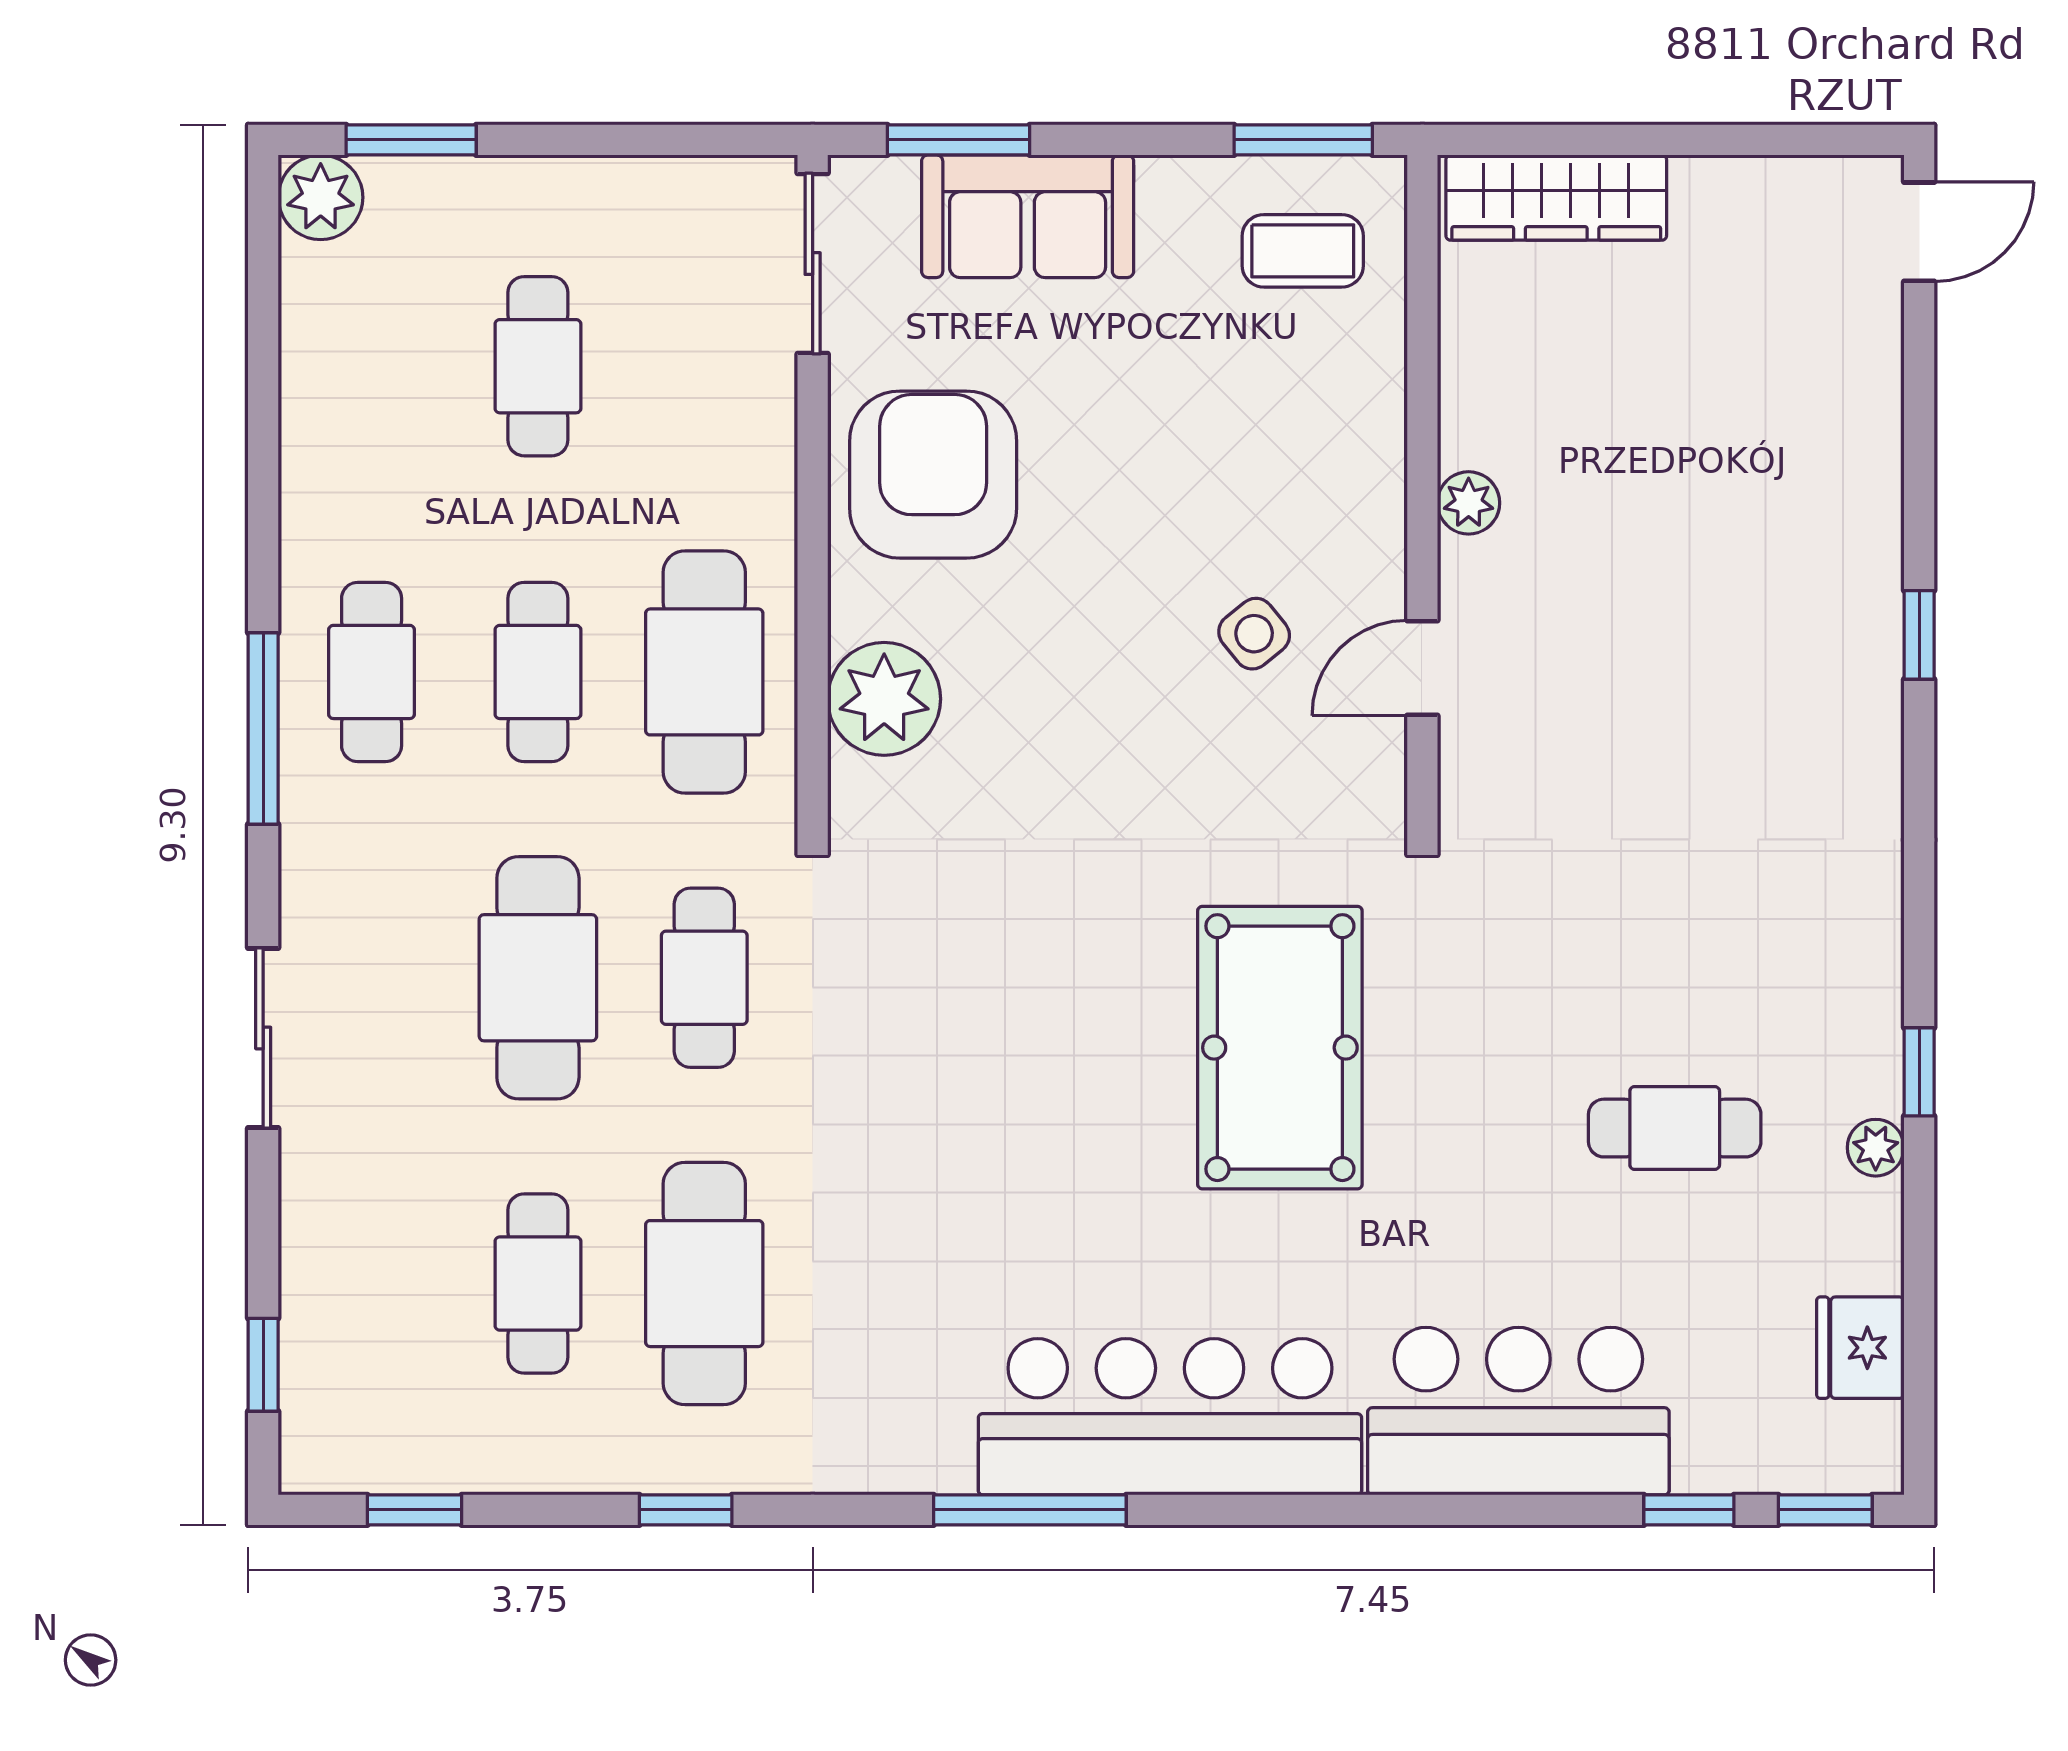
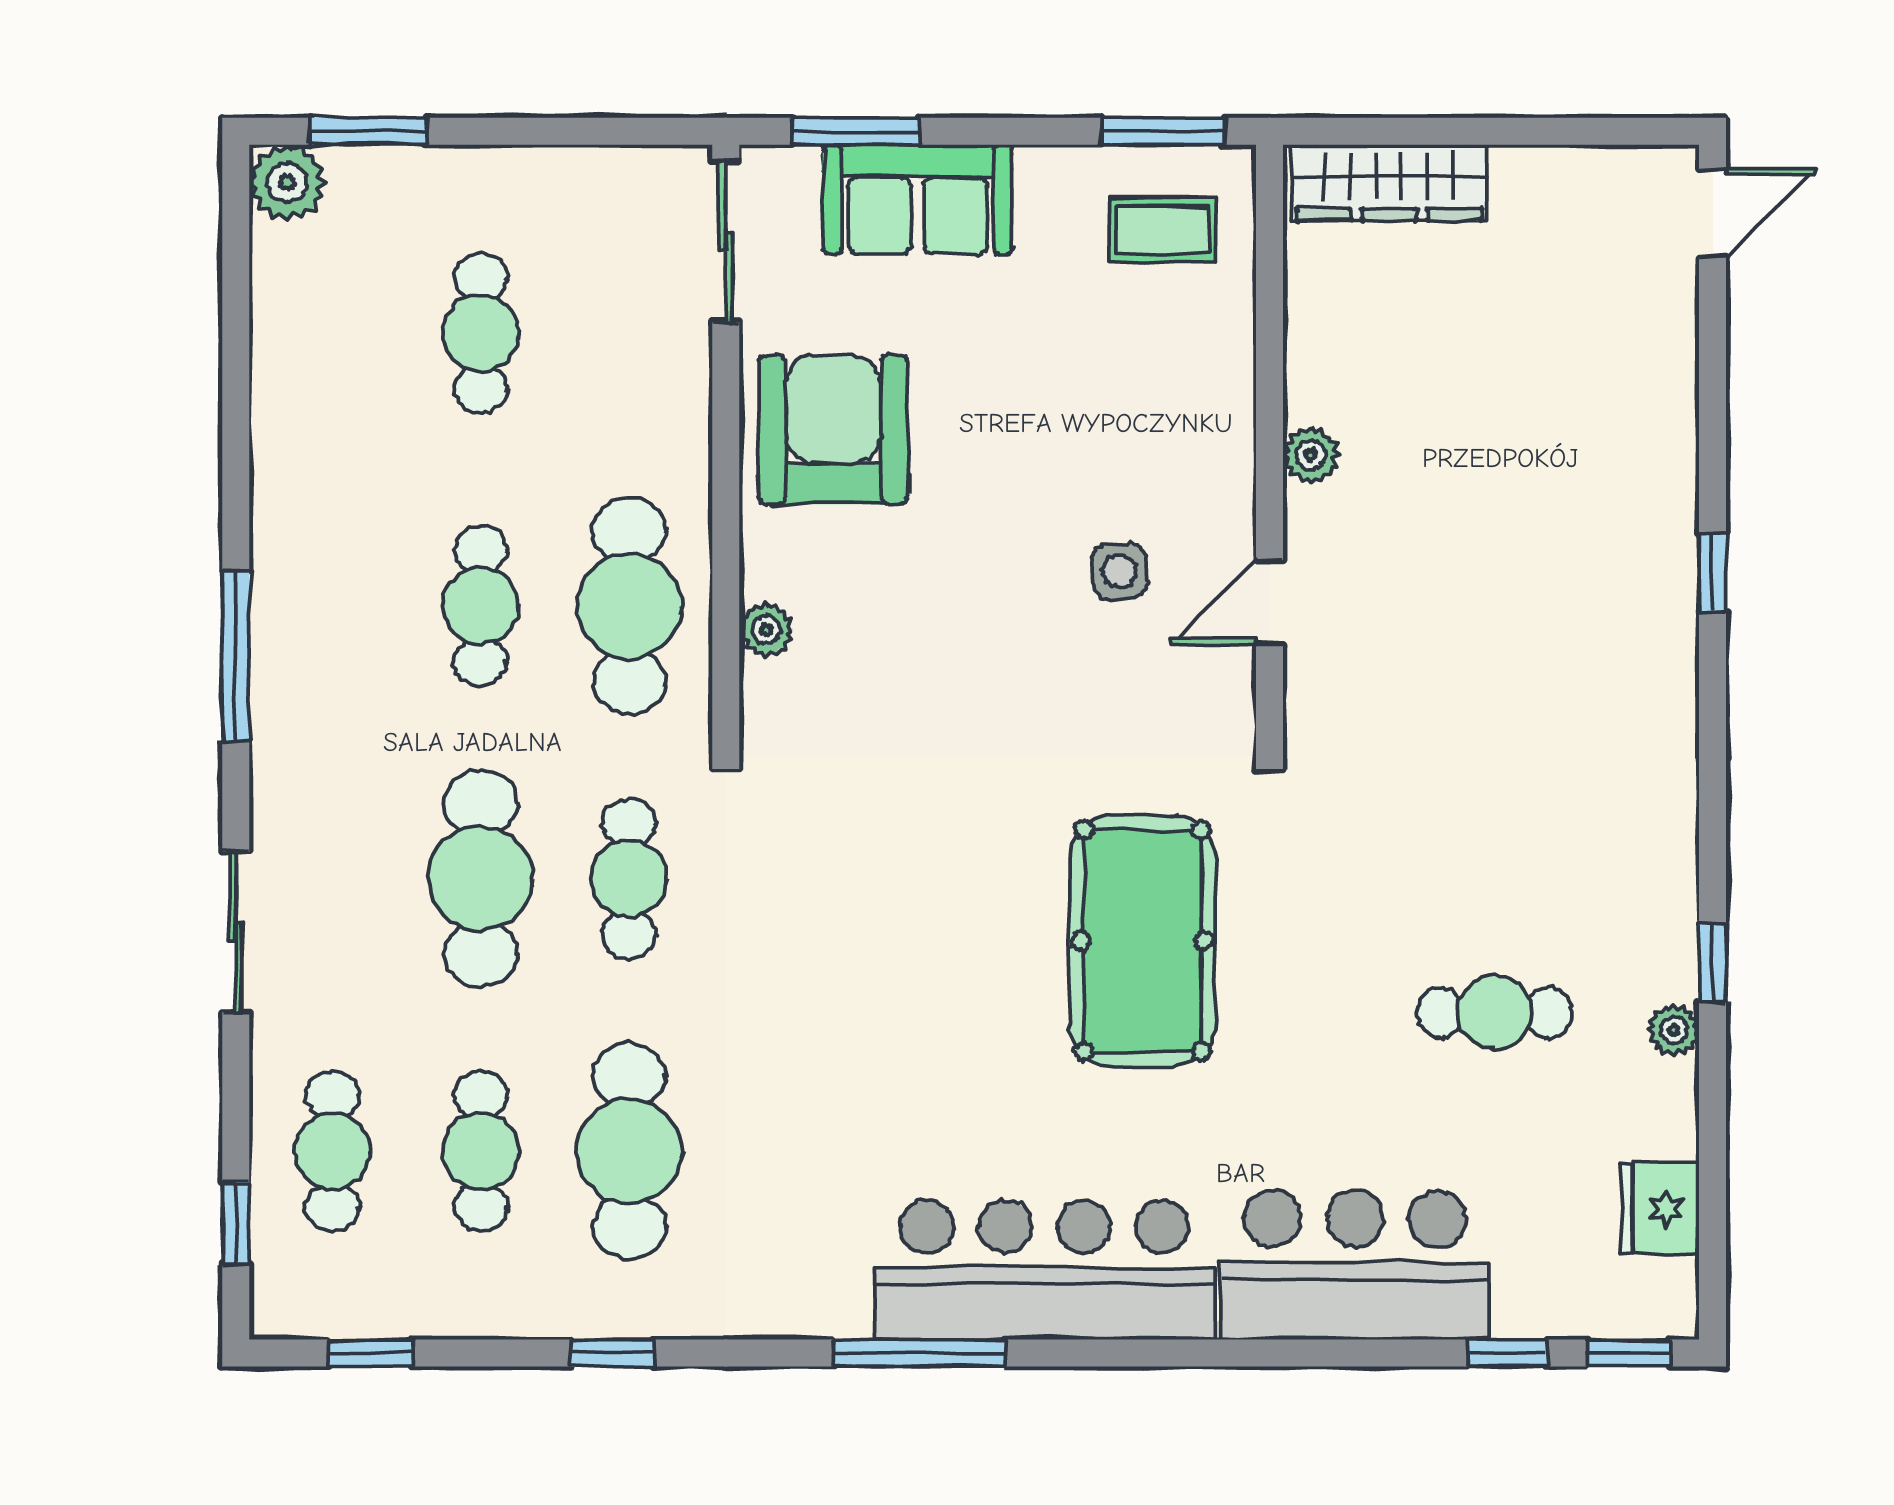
side table: (1254, 634) -> (1120, 572), turned 36
cafe table: (372, 672) -> (332, 1151), moved
plant: (884, 699) -> (766, 630), width x0.53, depth x0.53

